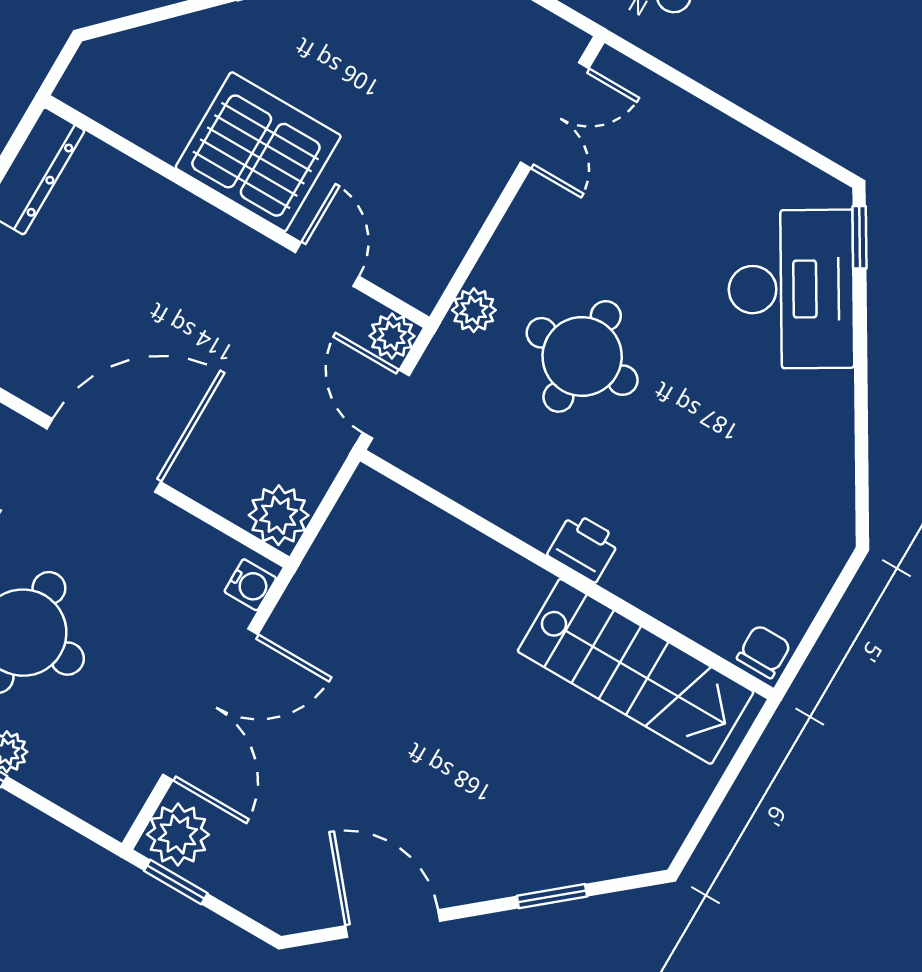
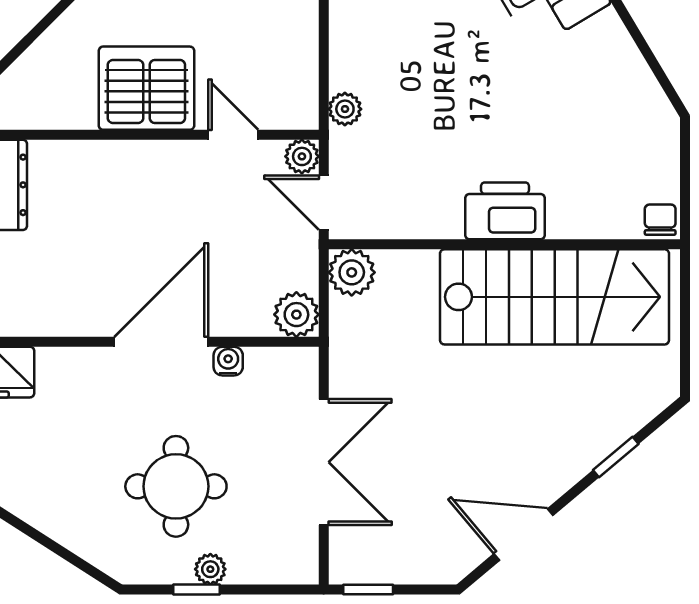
round table: (582, 356) -> (432, 98), removed
printer: (584, 547) -> (505, 211), width x1.87, depth x1.48
water cooler: (250, 585) -> (228, 361), moved, turned -90
stairs: (636, 671) -> (555, 297), width x1.36, depth x1.51
plant: (178, 834) -> (352, 272), moved

